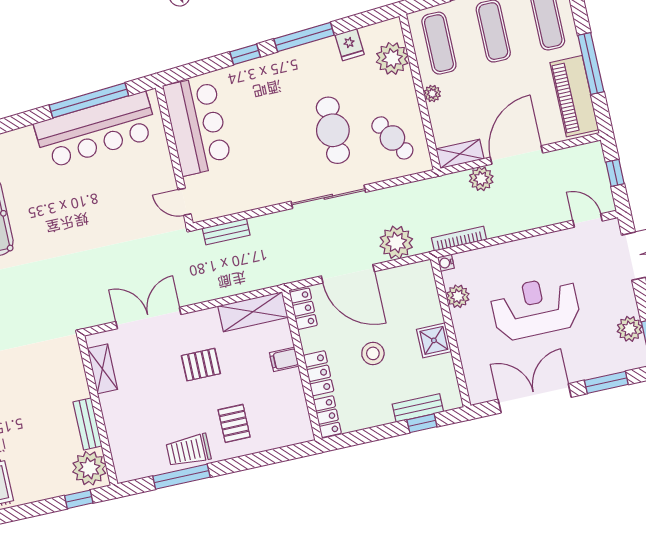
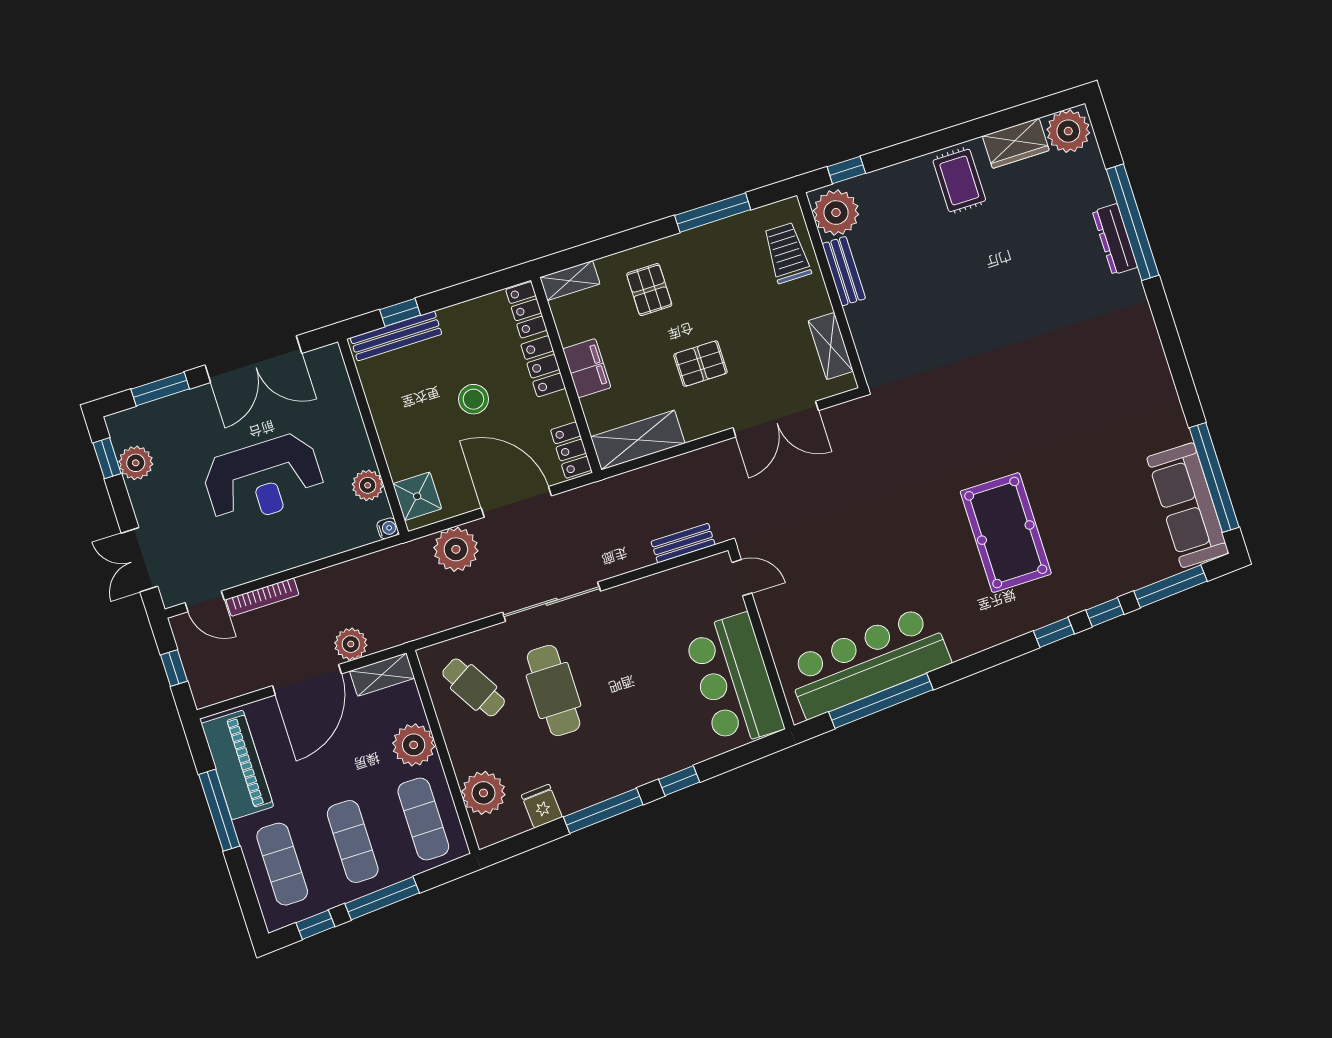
plant: (432, 93) -> (414, 745), width x1.88, depth x1.88
bookcase: (459, 239) -> (262, 597), moved
shower: (434, 340) -> (417, 496), moved
filing cabinet: (284, 359) -> (587, 368), width x2.00
bench: (418, 408) -> (396, 336), width x1.36
shelving: (293, 436) -> (570, 281), added
trolley: (189, 450) -> (787, 253), moved, turned -90

